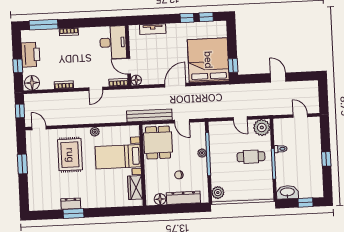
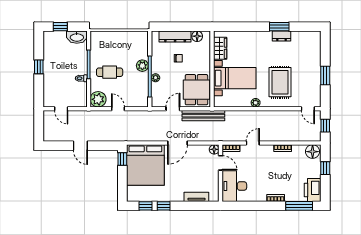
printer: (31, 55) -> (313, 190), moved
door: (182, 121) -> (173, 109), hinge flipped
plant: (218, 193) -> (142, 66), moved

